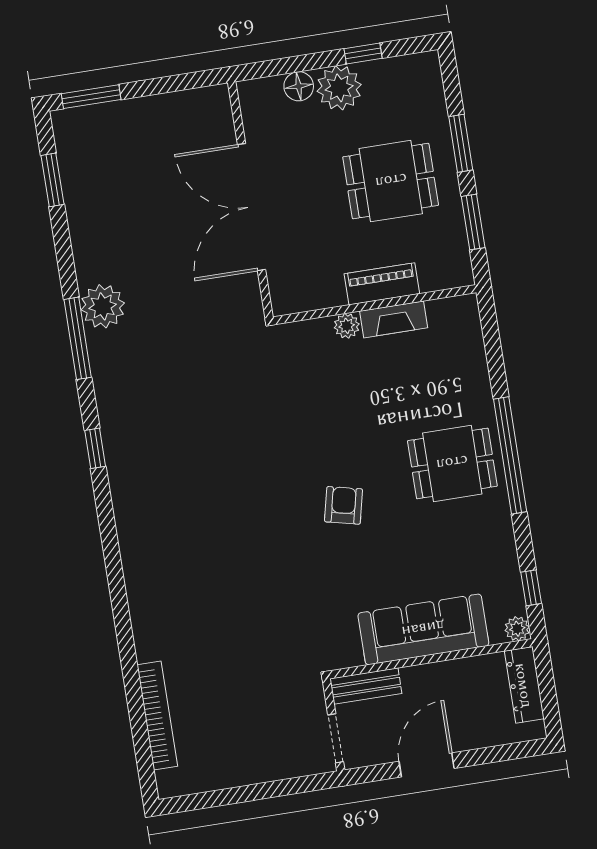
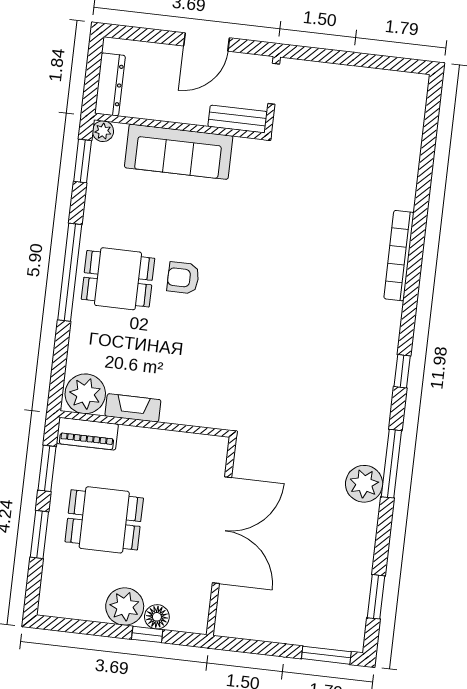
window: (363, 53) -> (147, 634), moved
piano: (382, 284) -> (87, 434), moved
plant: (347, 326) -> (85, 394), moved, width x1.88, depth x1.88
armchair: (344, 505) -> (183, 278), moved, turned 77
window: (531, 588) -> (83, 161), width x1.50
bookcase: (157, 716) -> (399, 256), moved

